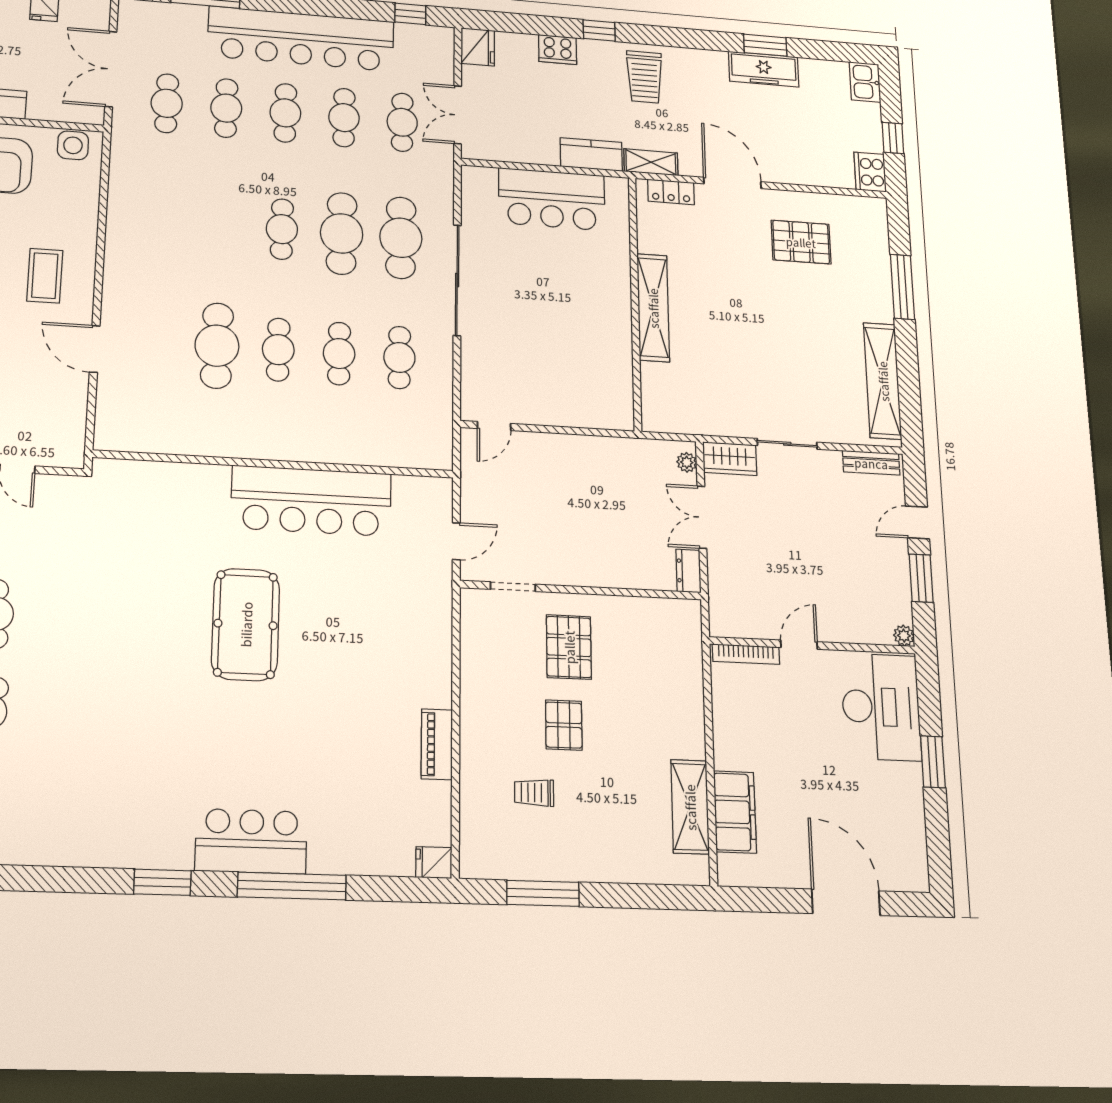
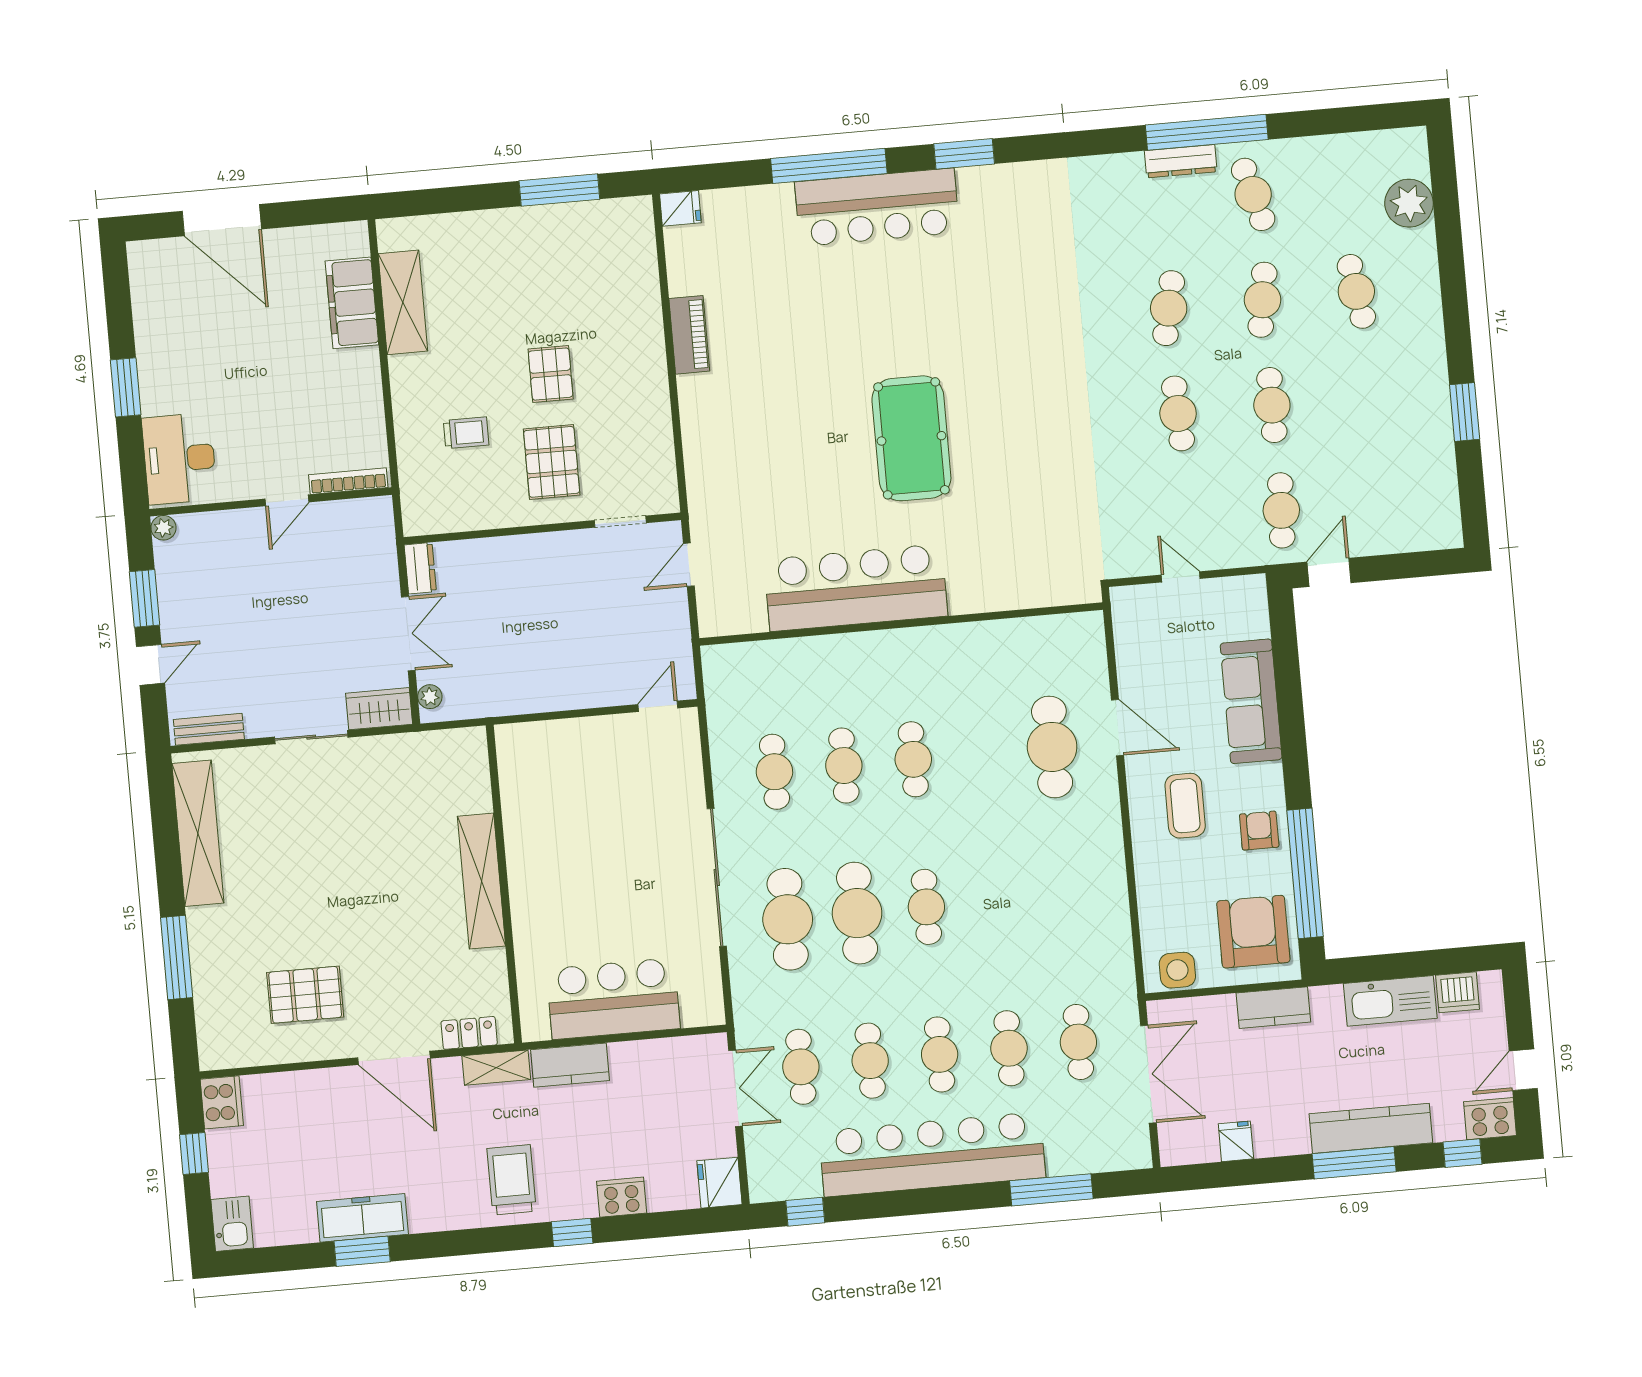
cafe table: (217, 346) -> (1052, 747), moved
desk: (881, 707) -> (179, 459), width x0.73, depth x0.77
trolley: (534, 793) -> (466, 433), moved
bar counter: (251, 841) -> (877, 207), width x1.36

